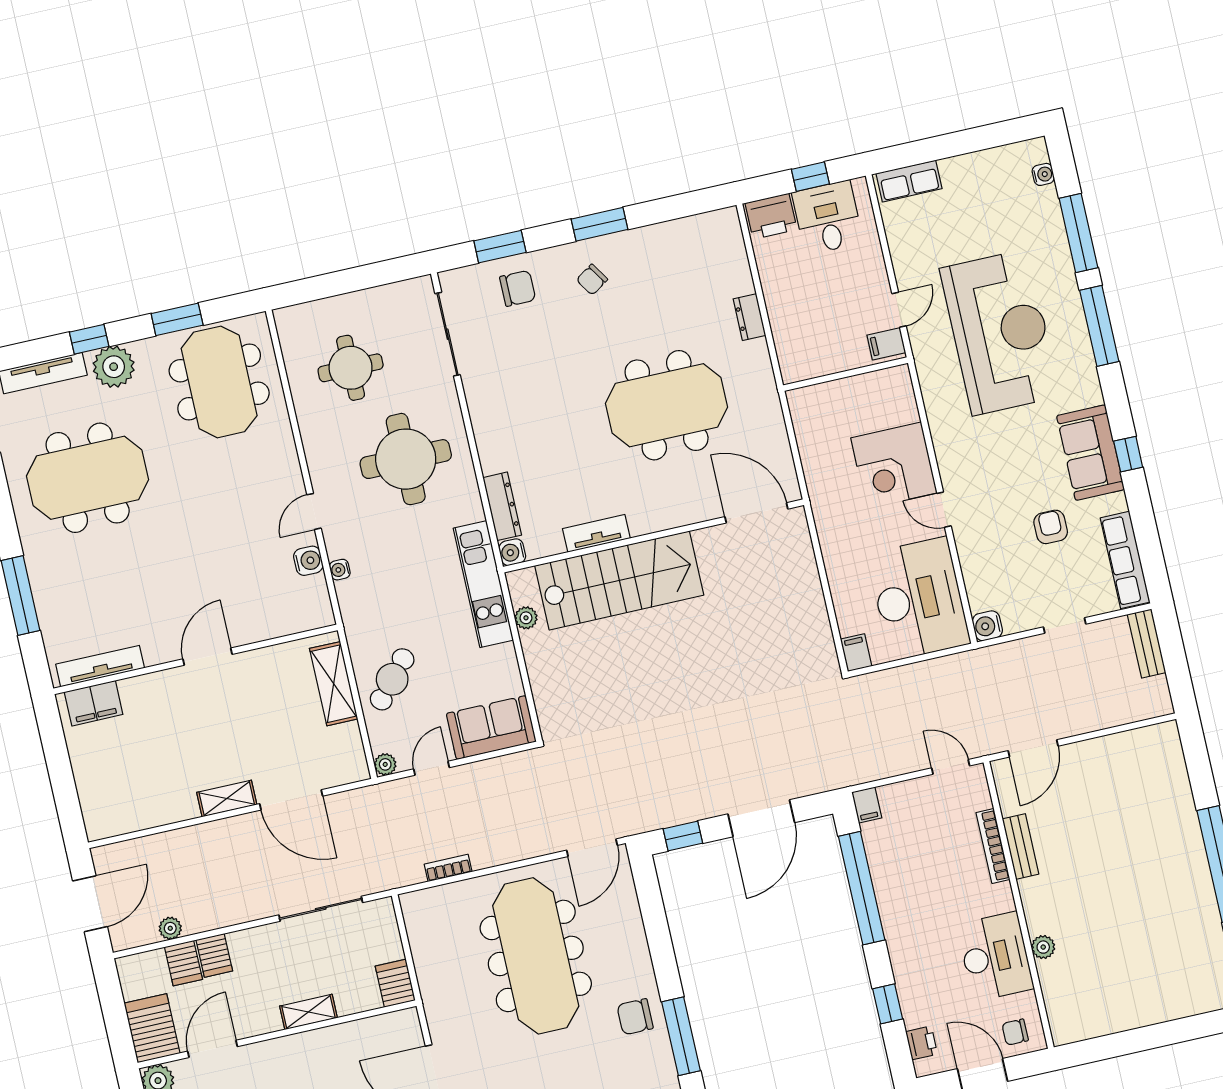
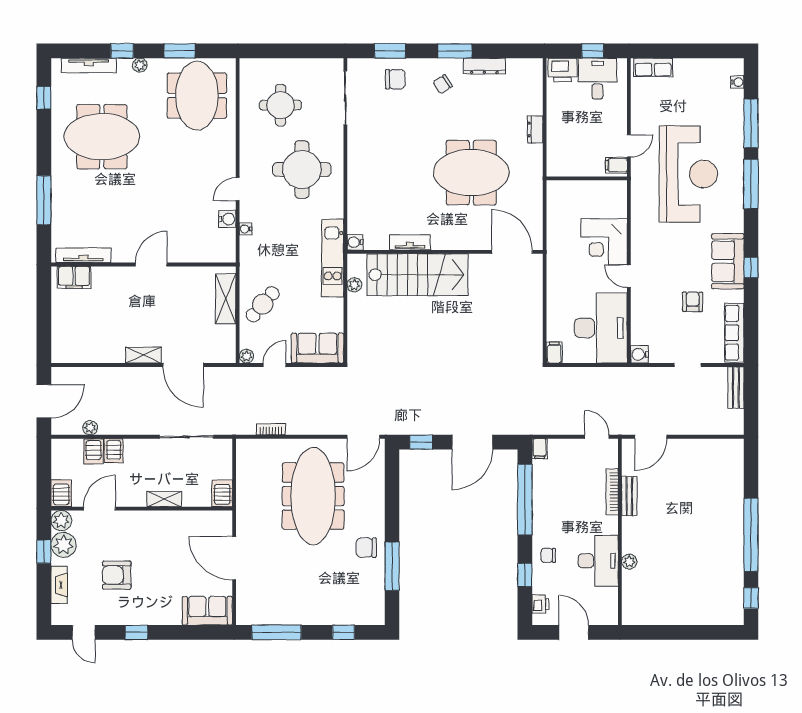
plant: (114, 367) -> (140, 65), width x0.53, depth x0.53
dresser: (502, 506) -> (484, 66), moved, turned 90
server rack: (152, 1028) -> (61, 493), width x0.73, depth x0.70
chair: (1015, 1032) -> (548, 555), moved

